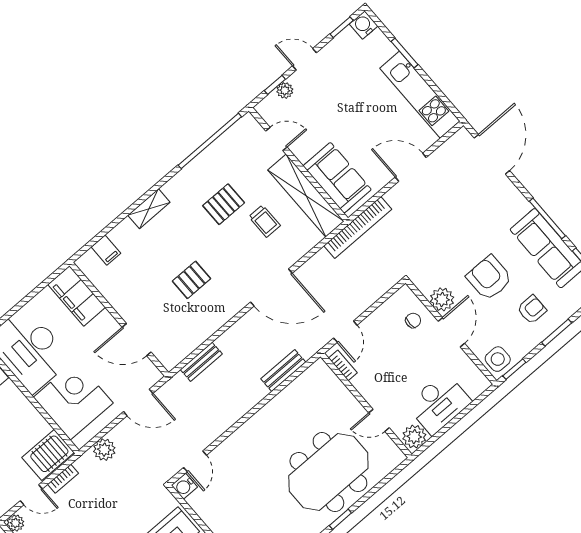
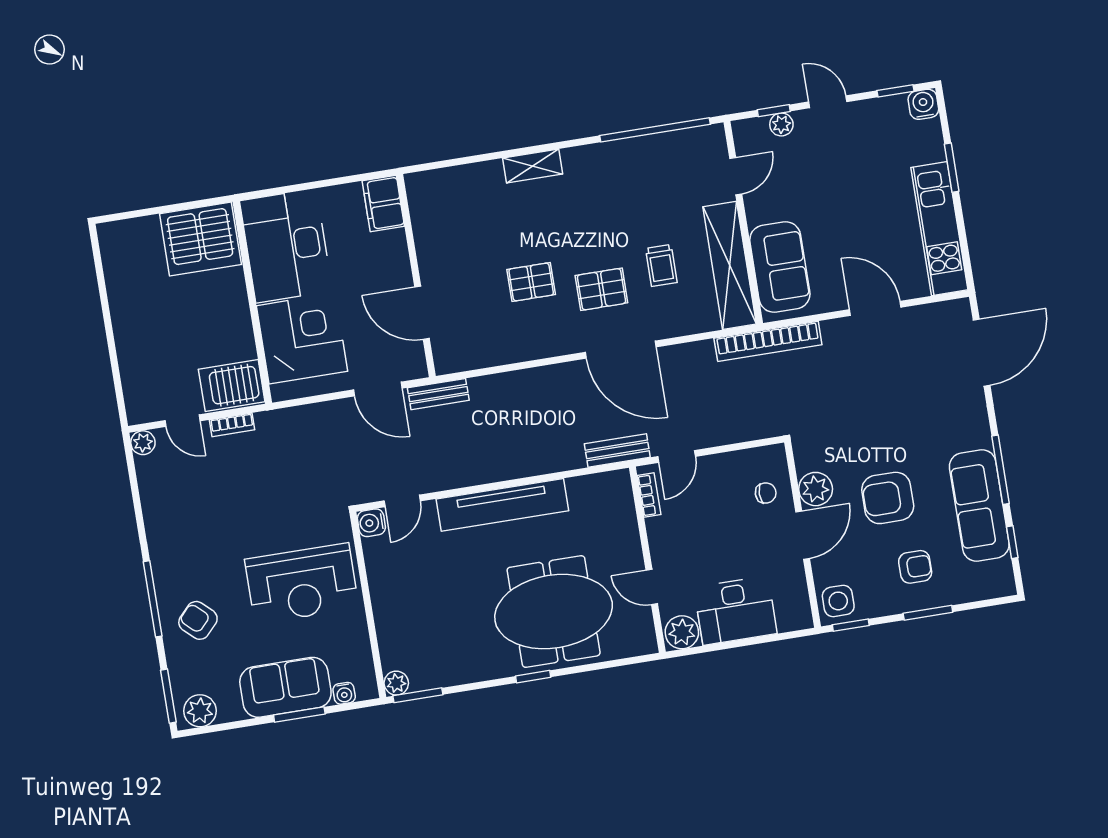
door: (276, 139) -> (736, 176), hinge flipped
pallet: (224, 204) -> (601, 289), moved
filing cabinet: (106, 250) -> (451, 184), removed
armchair: (489, 278) -> (888, 498), turned -90
filing cabinet: (77, 296) -> (383, 204), width x0.67, depth x0.86
bench: (201, 362) -> (438, 394), moved
bench: (283, 371) -> (617, 450), moved
tv unit: (257, 426) -> (502, 505), added
plant: (104, 450) -> (303, 420), removed

